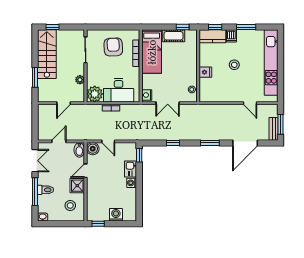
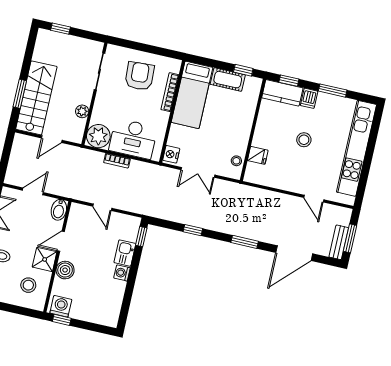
stairs: (47, 54) -> (36, 98), moved
fridge: (205, 72) -> (258, 155), moved
boiler: (93, 149) -> (65, 270), moved
washing machine: (116, 215) -> (61, 306), moved

